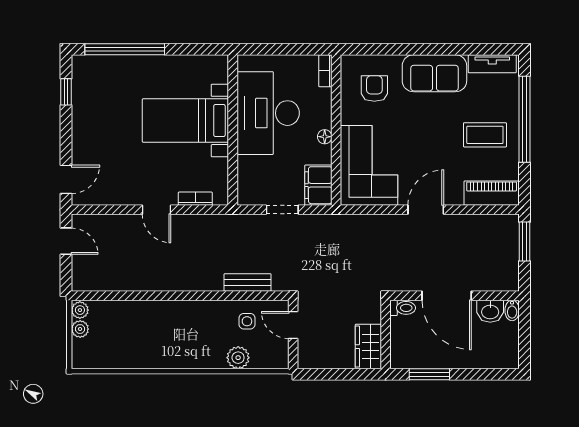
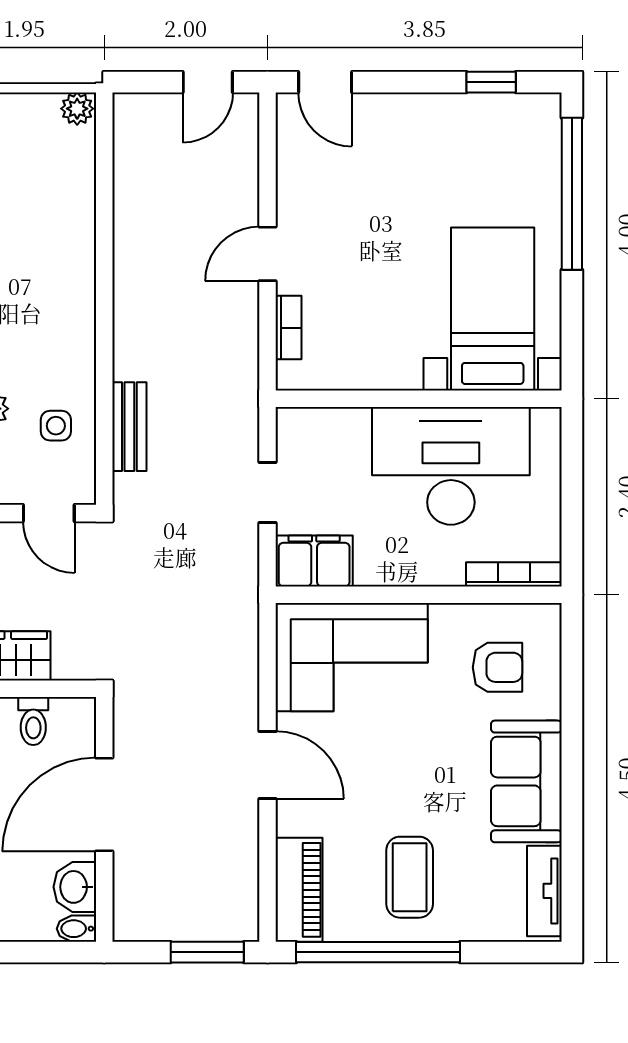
bookcase: (325, 71) -> (514, 574), width x1.56
window: (524, 119) -> (378, 952), moved
bed with nightstands: (185, 120) -> (493, 309), moved
floor lamp: (325, 137) -> (406, 573), removed
toilet: (403, 308) -> (33, 721), moved
door: (293, 325) -> (49, 513), swing flipped
plant: (80, 329) -> (41, 109), removed

